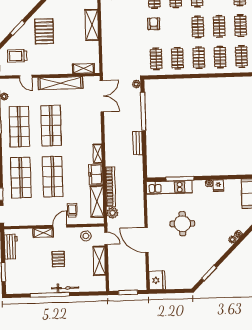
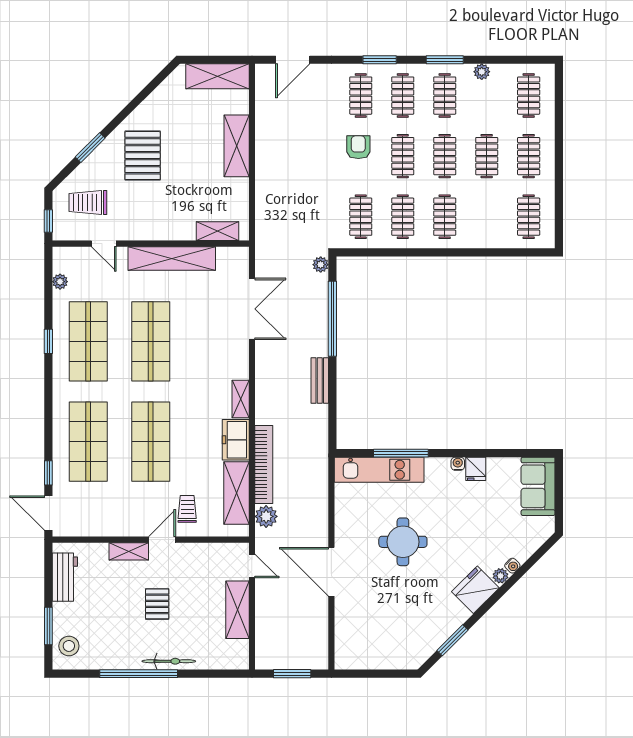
clothes rail: (220, 57) -> (403, 156), moved
double door: (102, 96) -> (252, 309), moved
stool: (86, 236) -> (69, 646), moved
fridge: (157, 280) -> (475, 590), moved, turned -135

